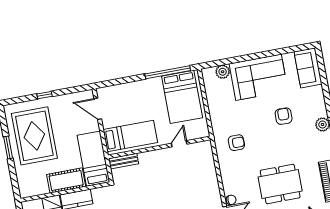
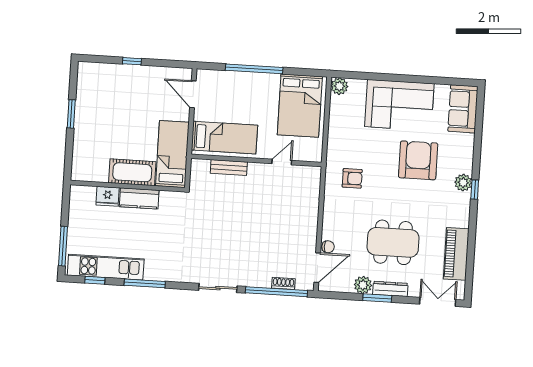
window: (168, 72) -> (254, 69), moved
plant: (223, 72) -> (339, 86), moved
armchair: (284, 116) -> (418, 160), width x1.88, depth x1.88
rug: (34, 136) -> (107, 108), removed
bench: (124, 161) -> (229, 168), moved

